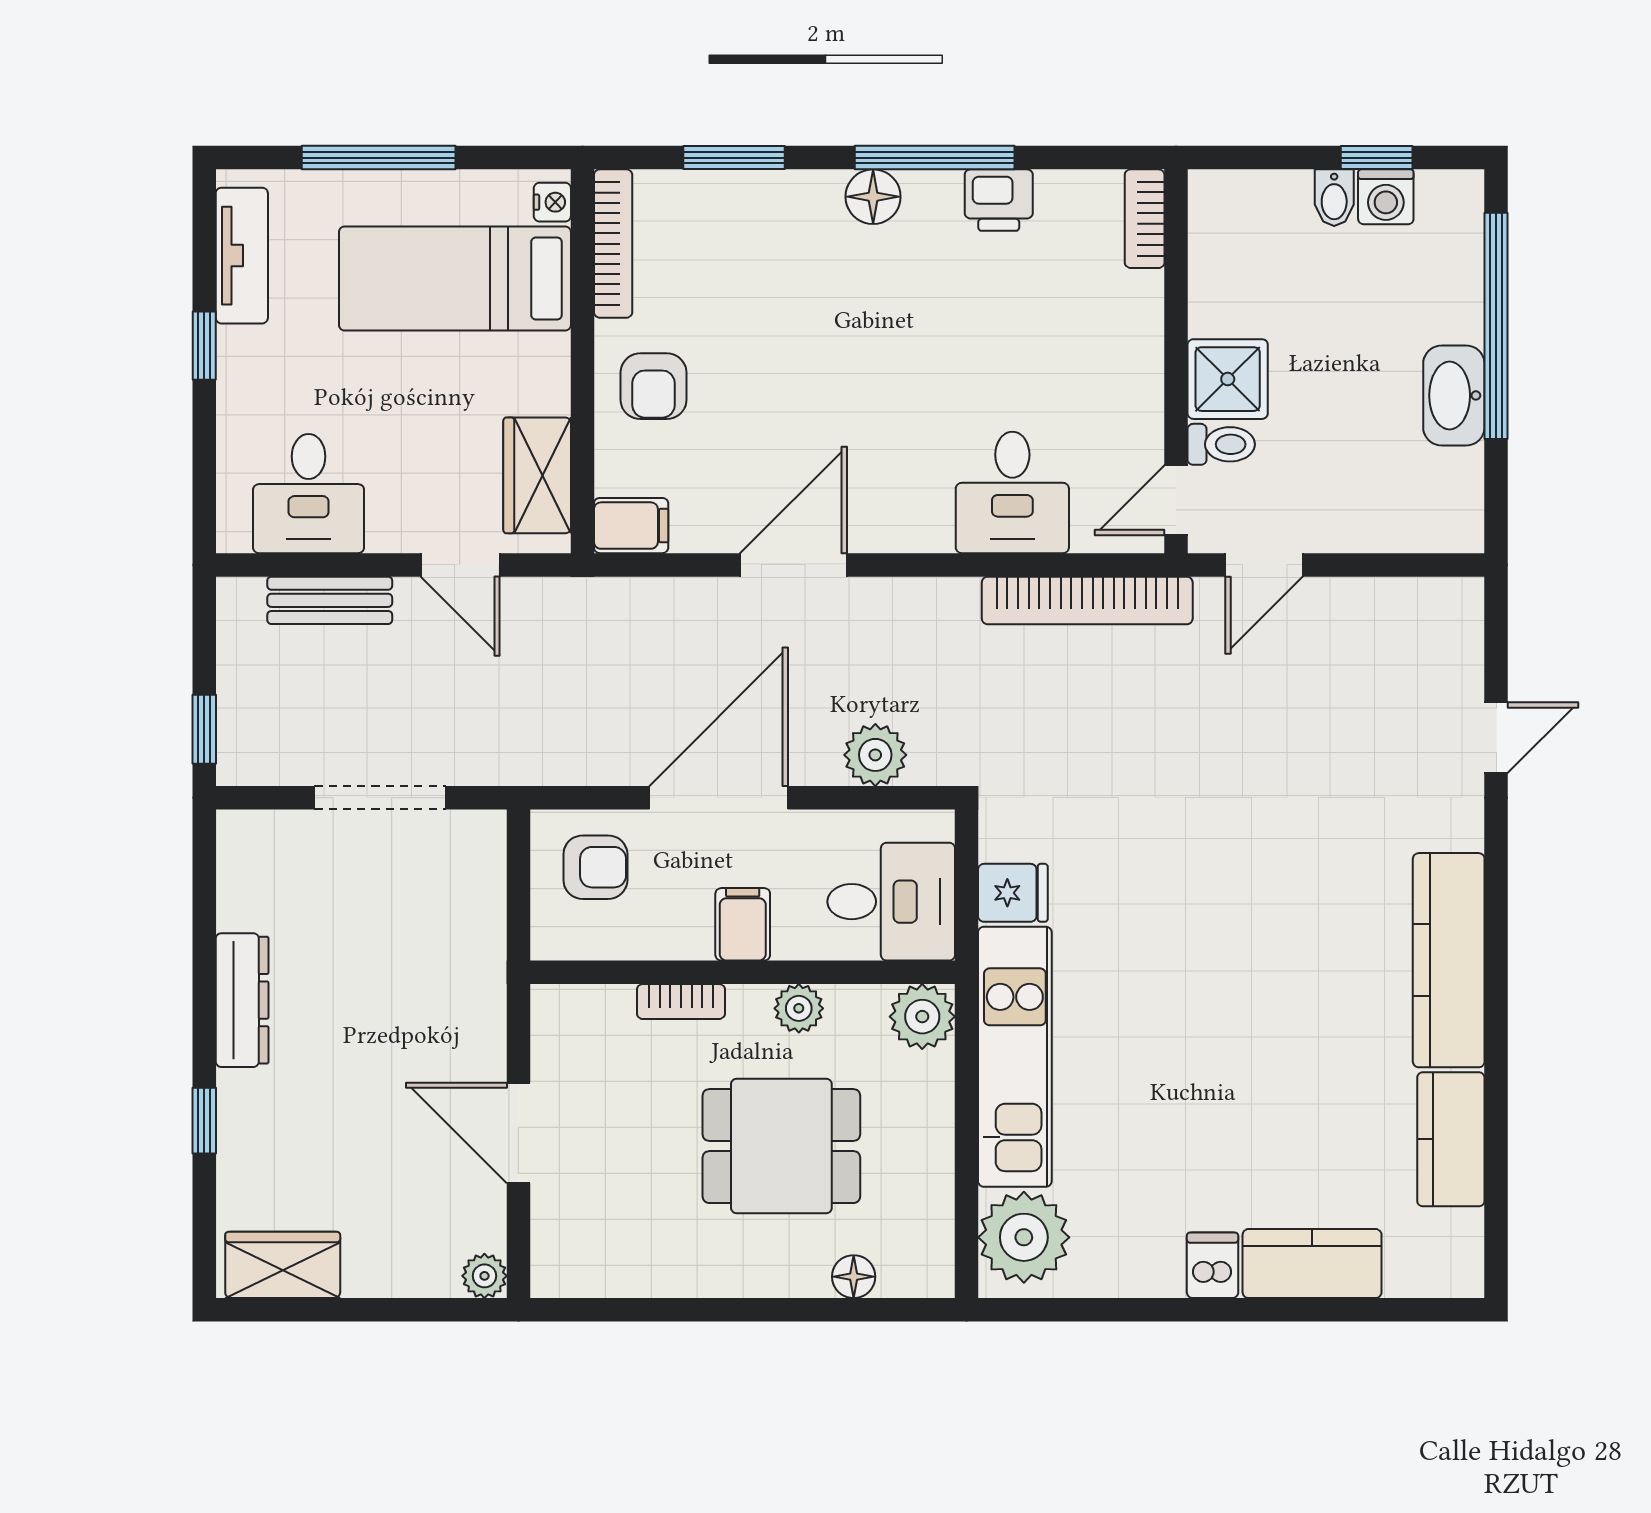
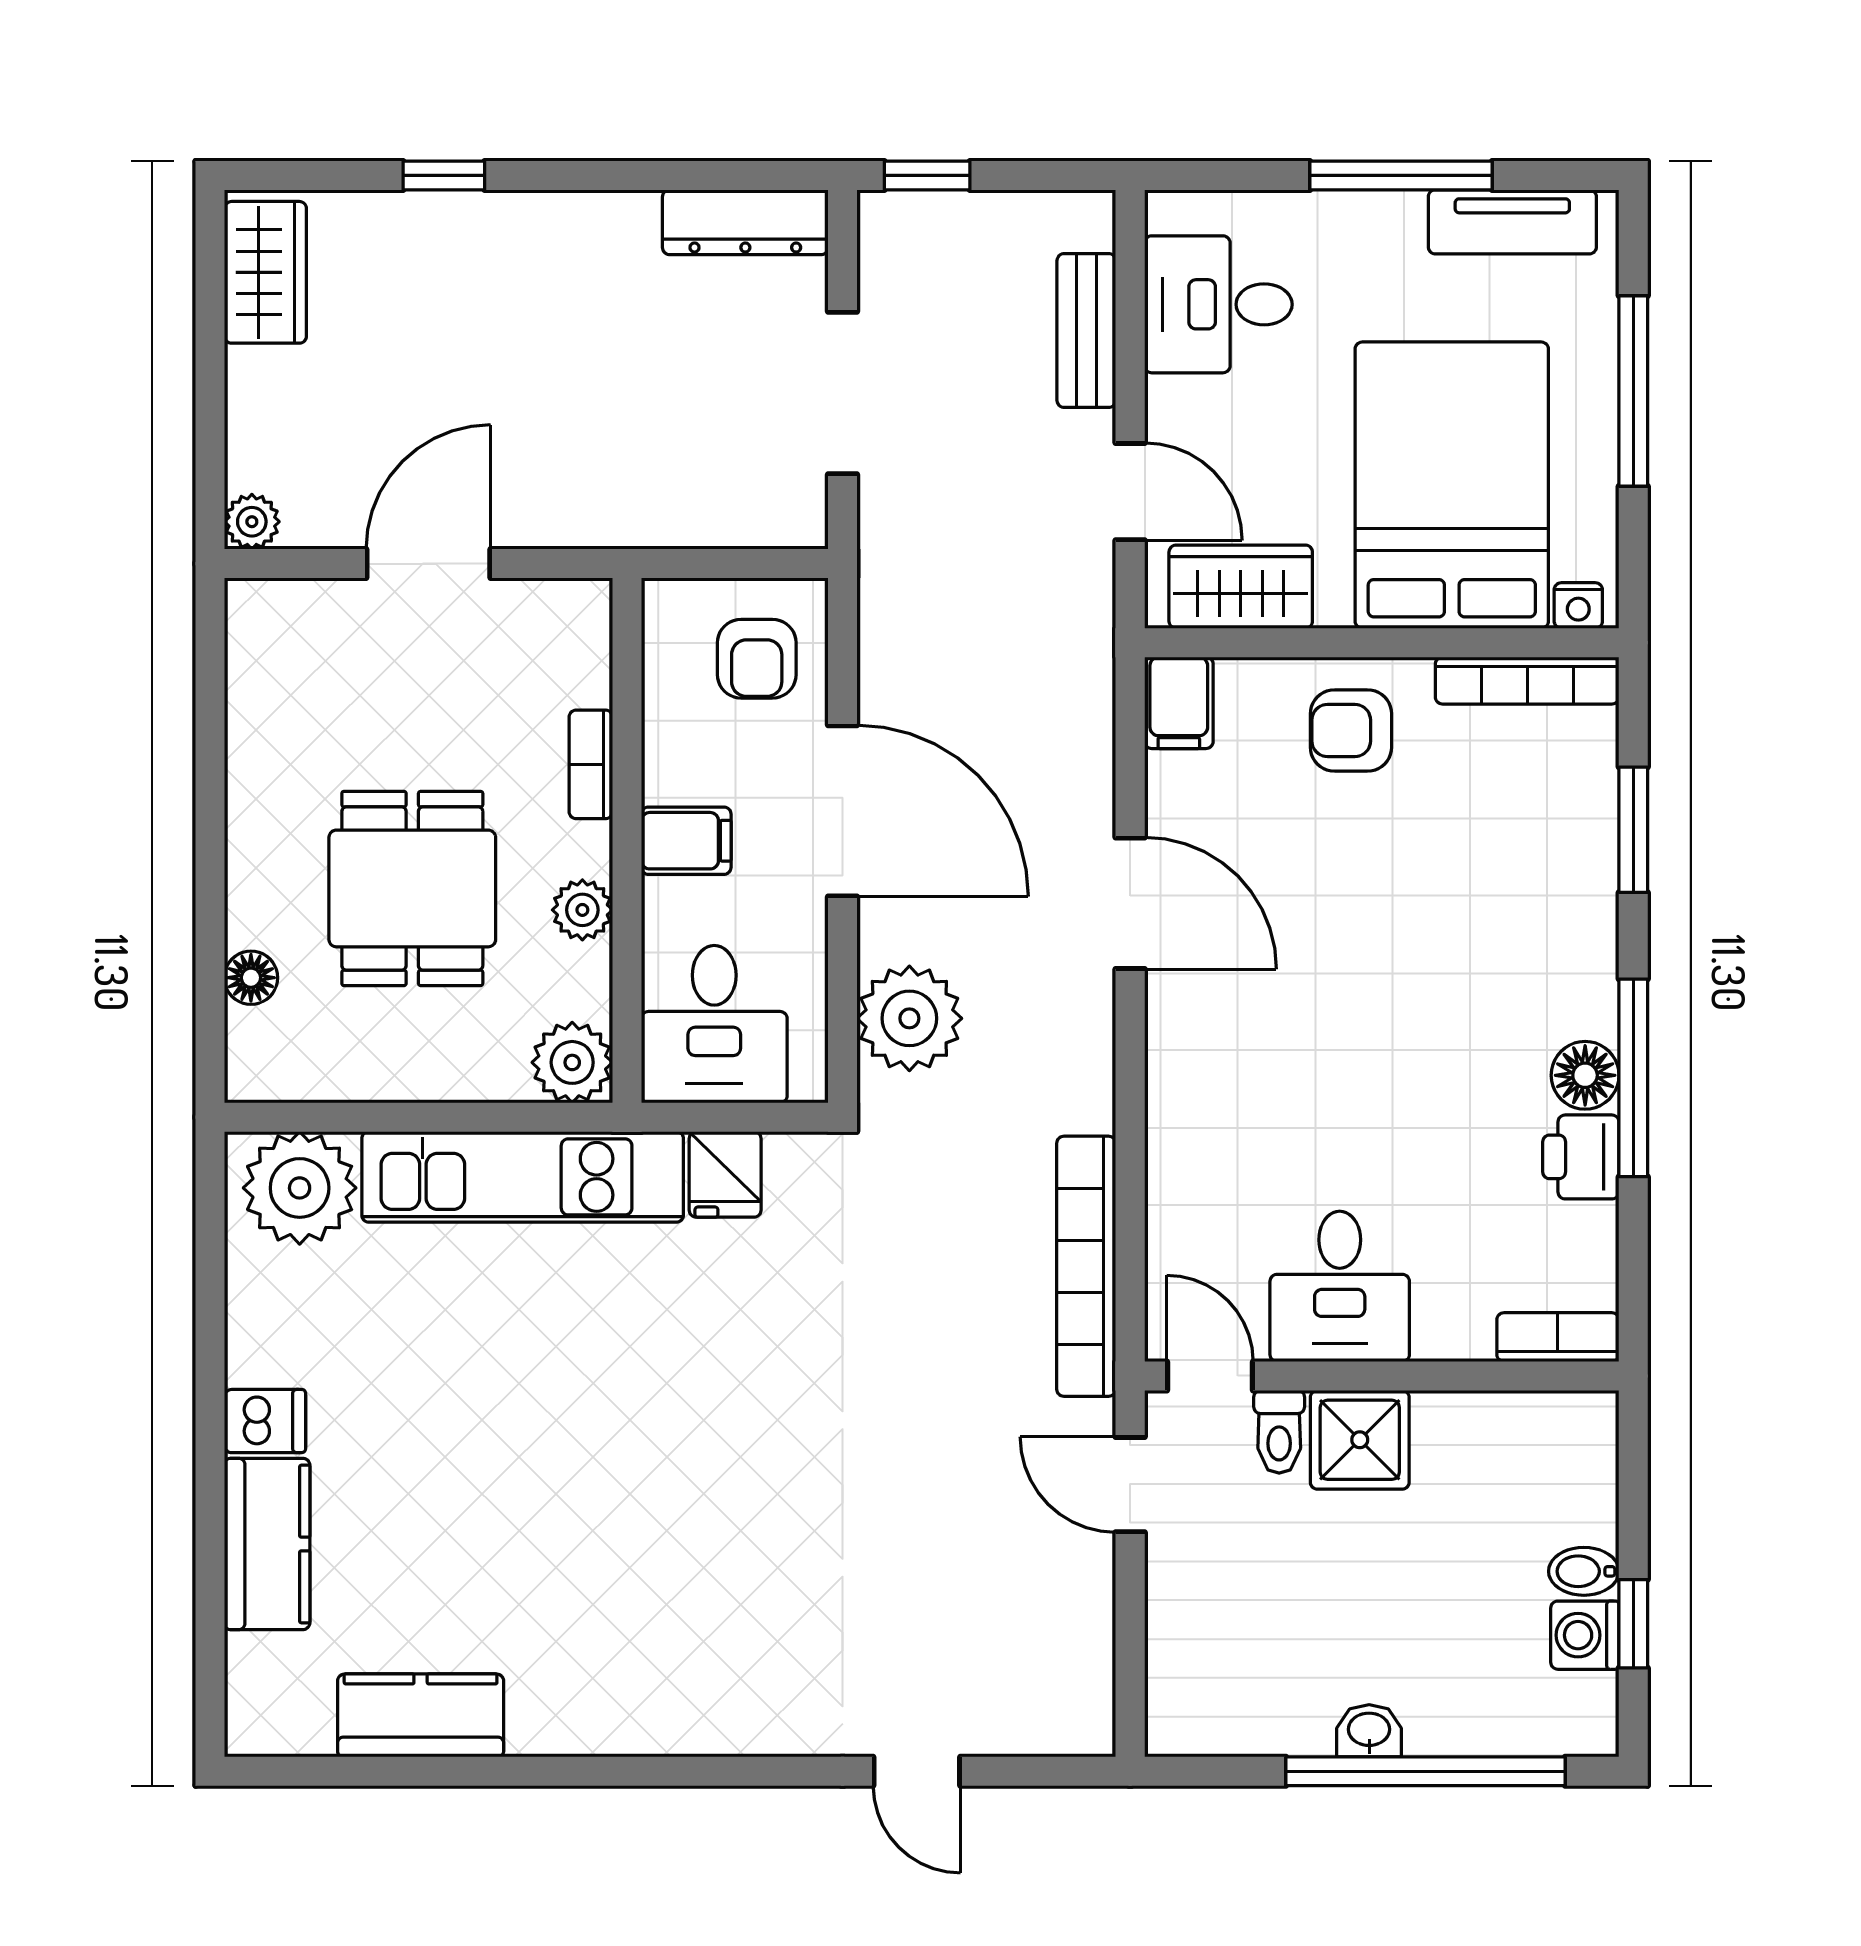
floor lamp: (873, 197) -> (1585, 1075), moved
bed: (455, 278) -> (1452, 485), width x1.50
window: (204, 346) -> (1401, 175), width x2.17
washbasin: (1454, 395) -> (1369, 1731), width x0.52, depth x0.69
desk: (1012, 492) -> (1340, 1286), moved, turned -90
door: (460, 565) -> (1130, 492), swing flipped
plant: (875, 755) -> (909, 1018), width x1.36, depth x1.36
kitchen counter: (1449, 960) -> (642, 1713), removed
dresser: (242, 1000) -> (745, 222), moved

